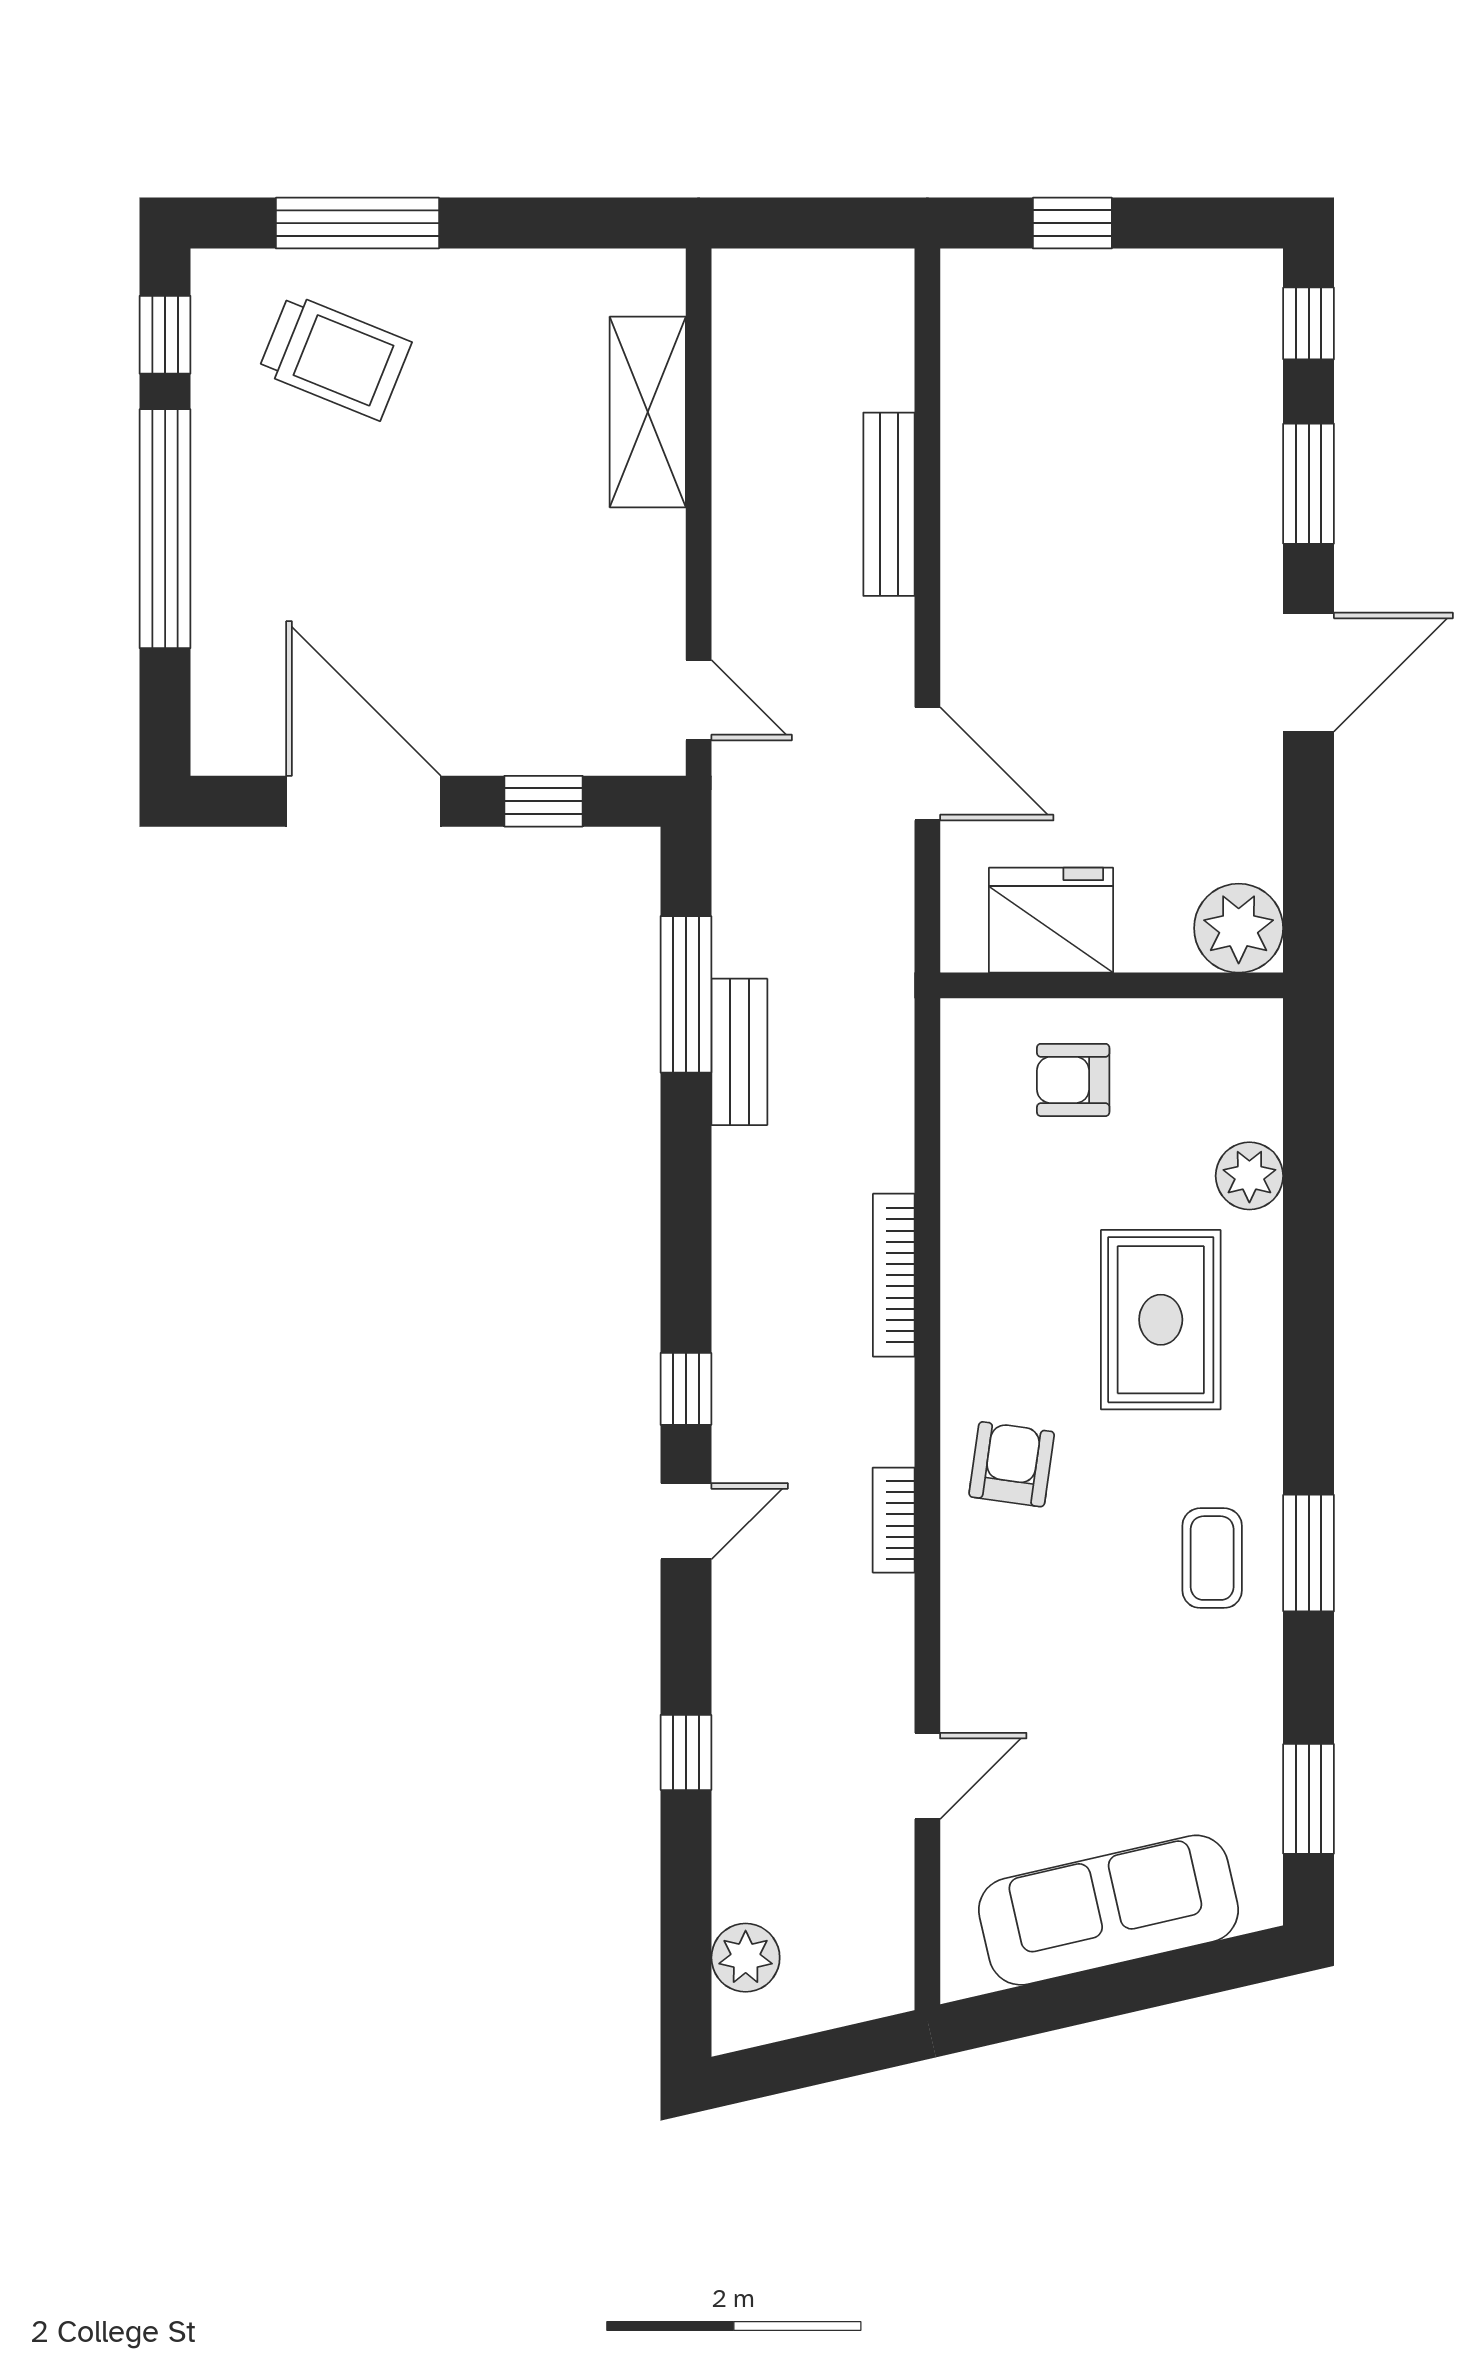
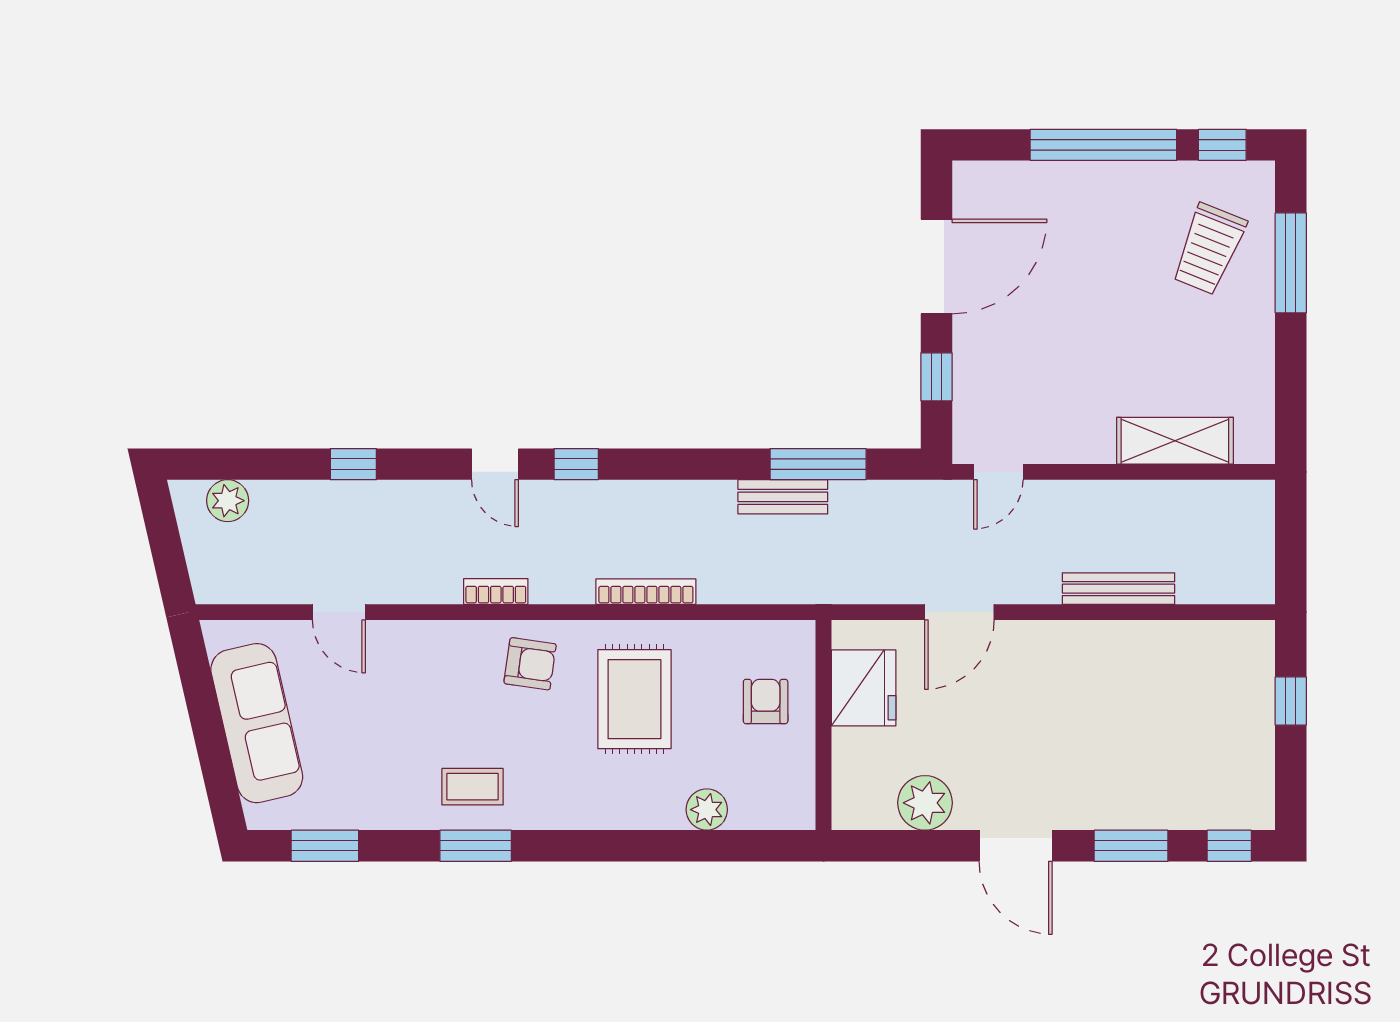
plant: (1239, 928) -> (925, 803), moved
rug: (1161, 1320) -> (634, 699), moved, turned 90

